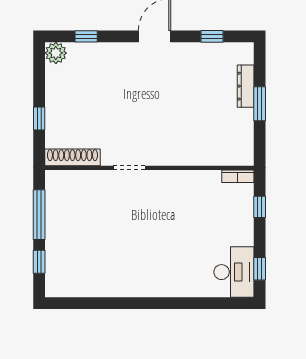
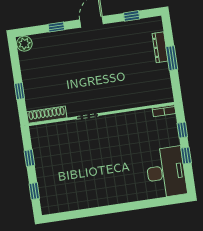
window: (86, 36) -> (56, 27), moved
window: (39, 215) -> (29, 158), width x0.46
window: (260, 269) -> (186, 155), moved
desk: (234, 272) -> (166, 172), width x1.36, depth x1.30

